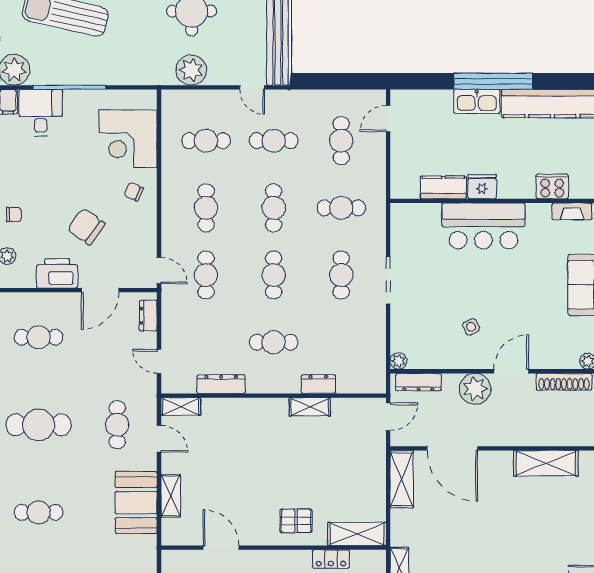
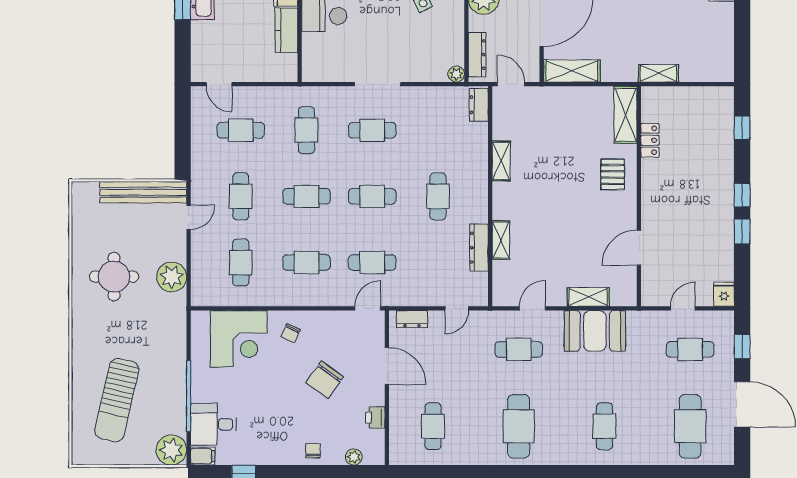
printer: (57, 273) -> (375, 417), width x0.53, depth x0.68
dresser: (318, 384) -> (479, 105), moved
shelving: (181, 407) -> (501, 240), moved

